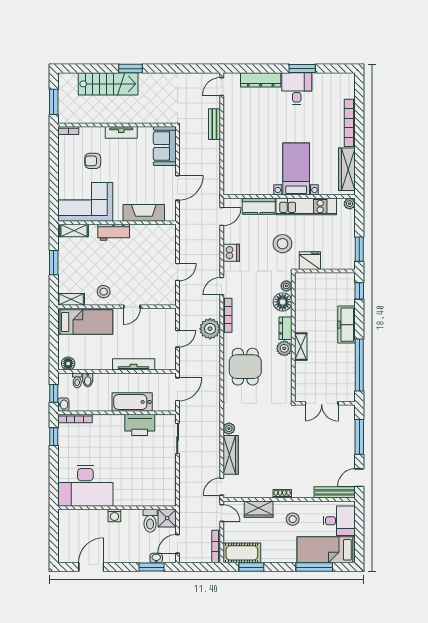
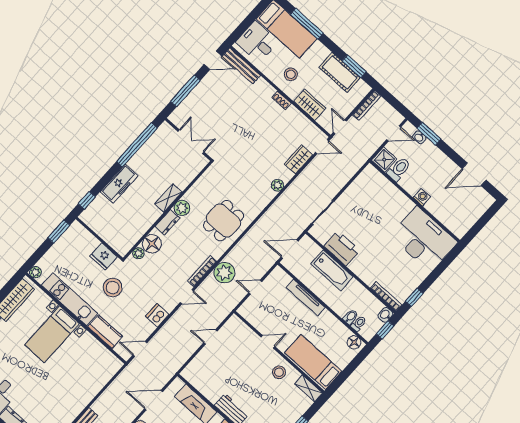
wardrobe: (231, 455) -> (298, 159), width x0.67
cot: (242, 553) -> (340, 72), moved

